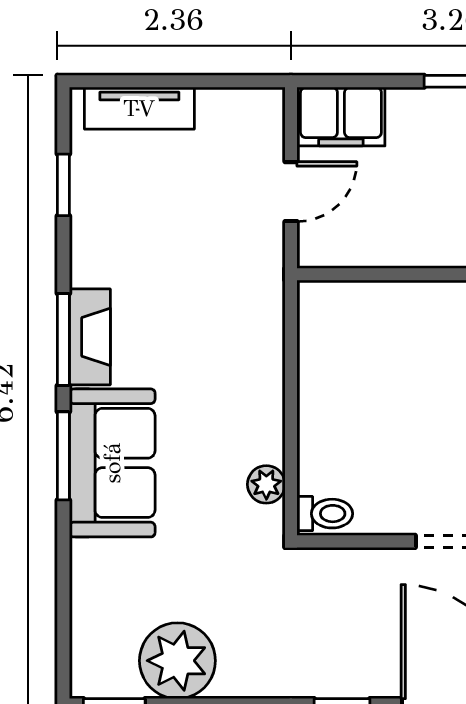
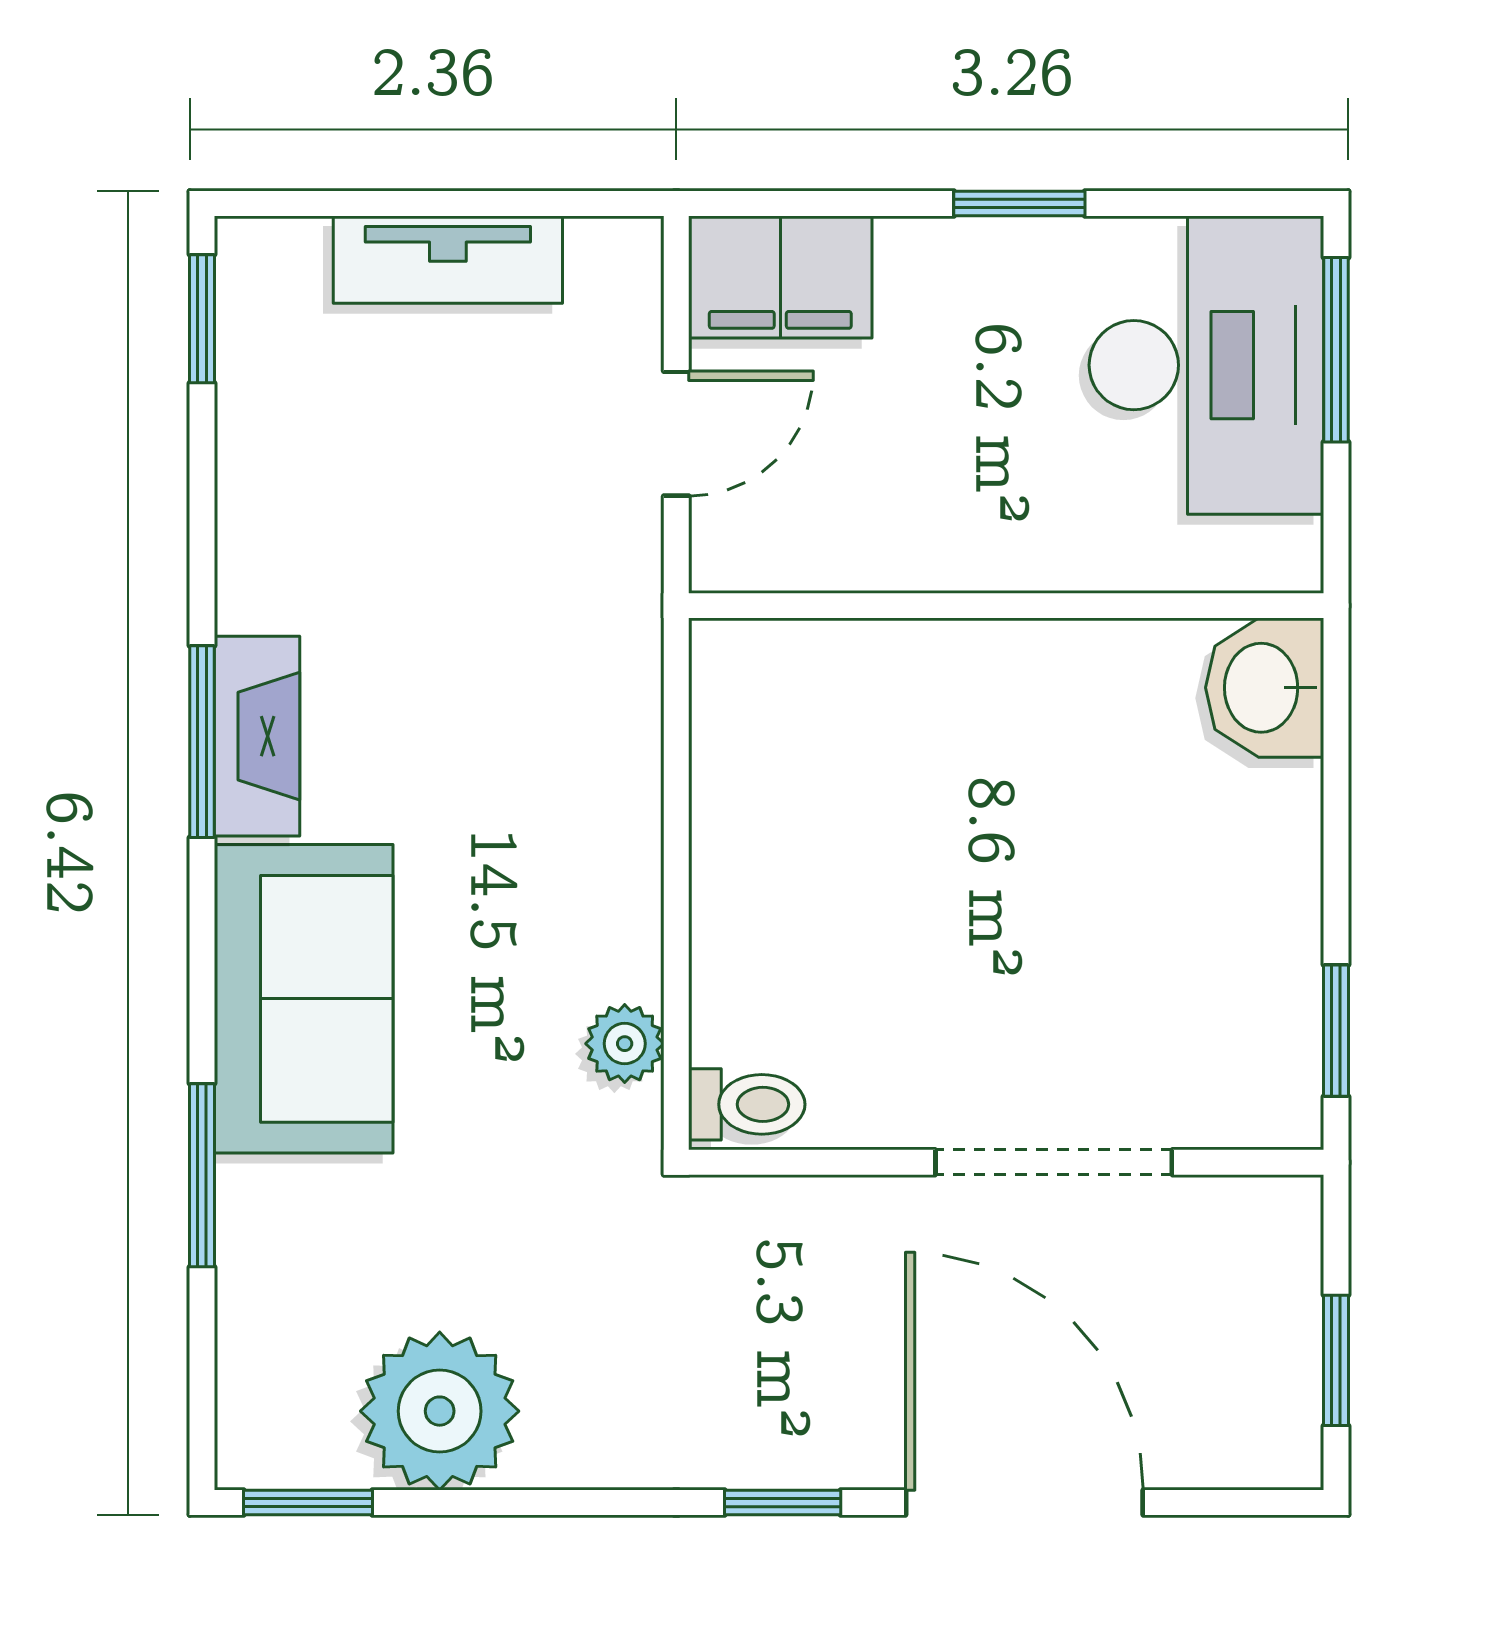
tv unit: (139, 108) -> (448, 260), moved
window: (63, 185) -> (202, 319), moved
window: (63, 456) -> (202, 1175), moved

